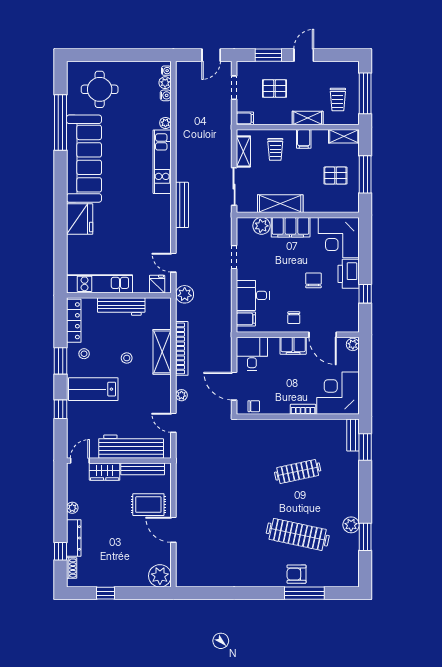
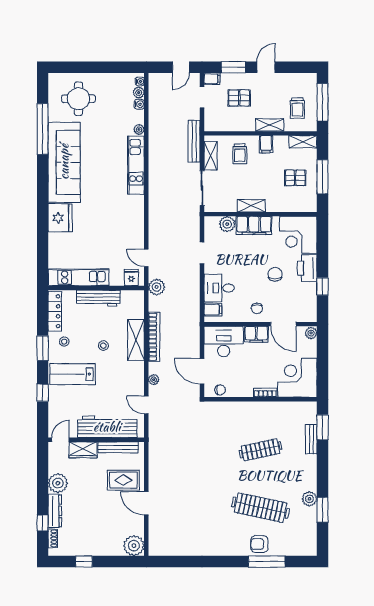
filing cabinet: (245, 118) -> (212, 79), moved
shelving: (280, 204) -> (251, 206), width x0.67, depth x0.75
bench: (182, 205) -> (194, 141), moved
desk: (252, 354) -> (224, 342), width x1.37
bench: (353, 435) -> (311, 439), moved
plant: (72, 508) -> (58, 483), width x1.88, depth x1.88

